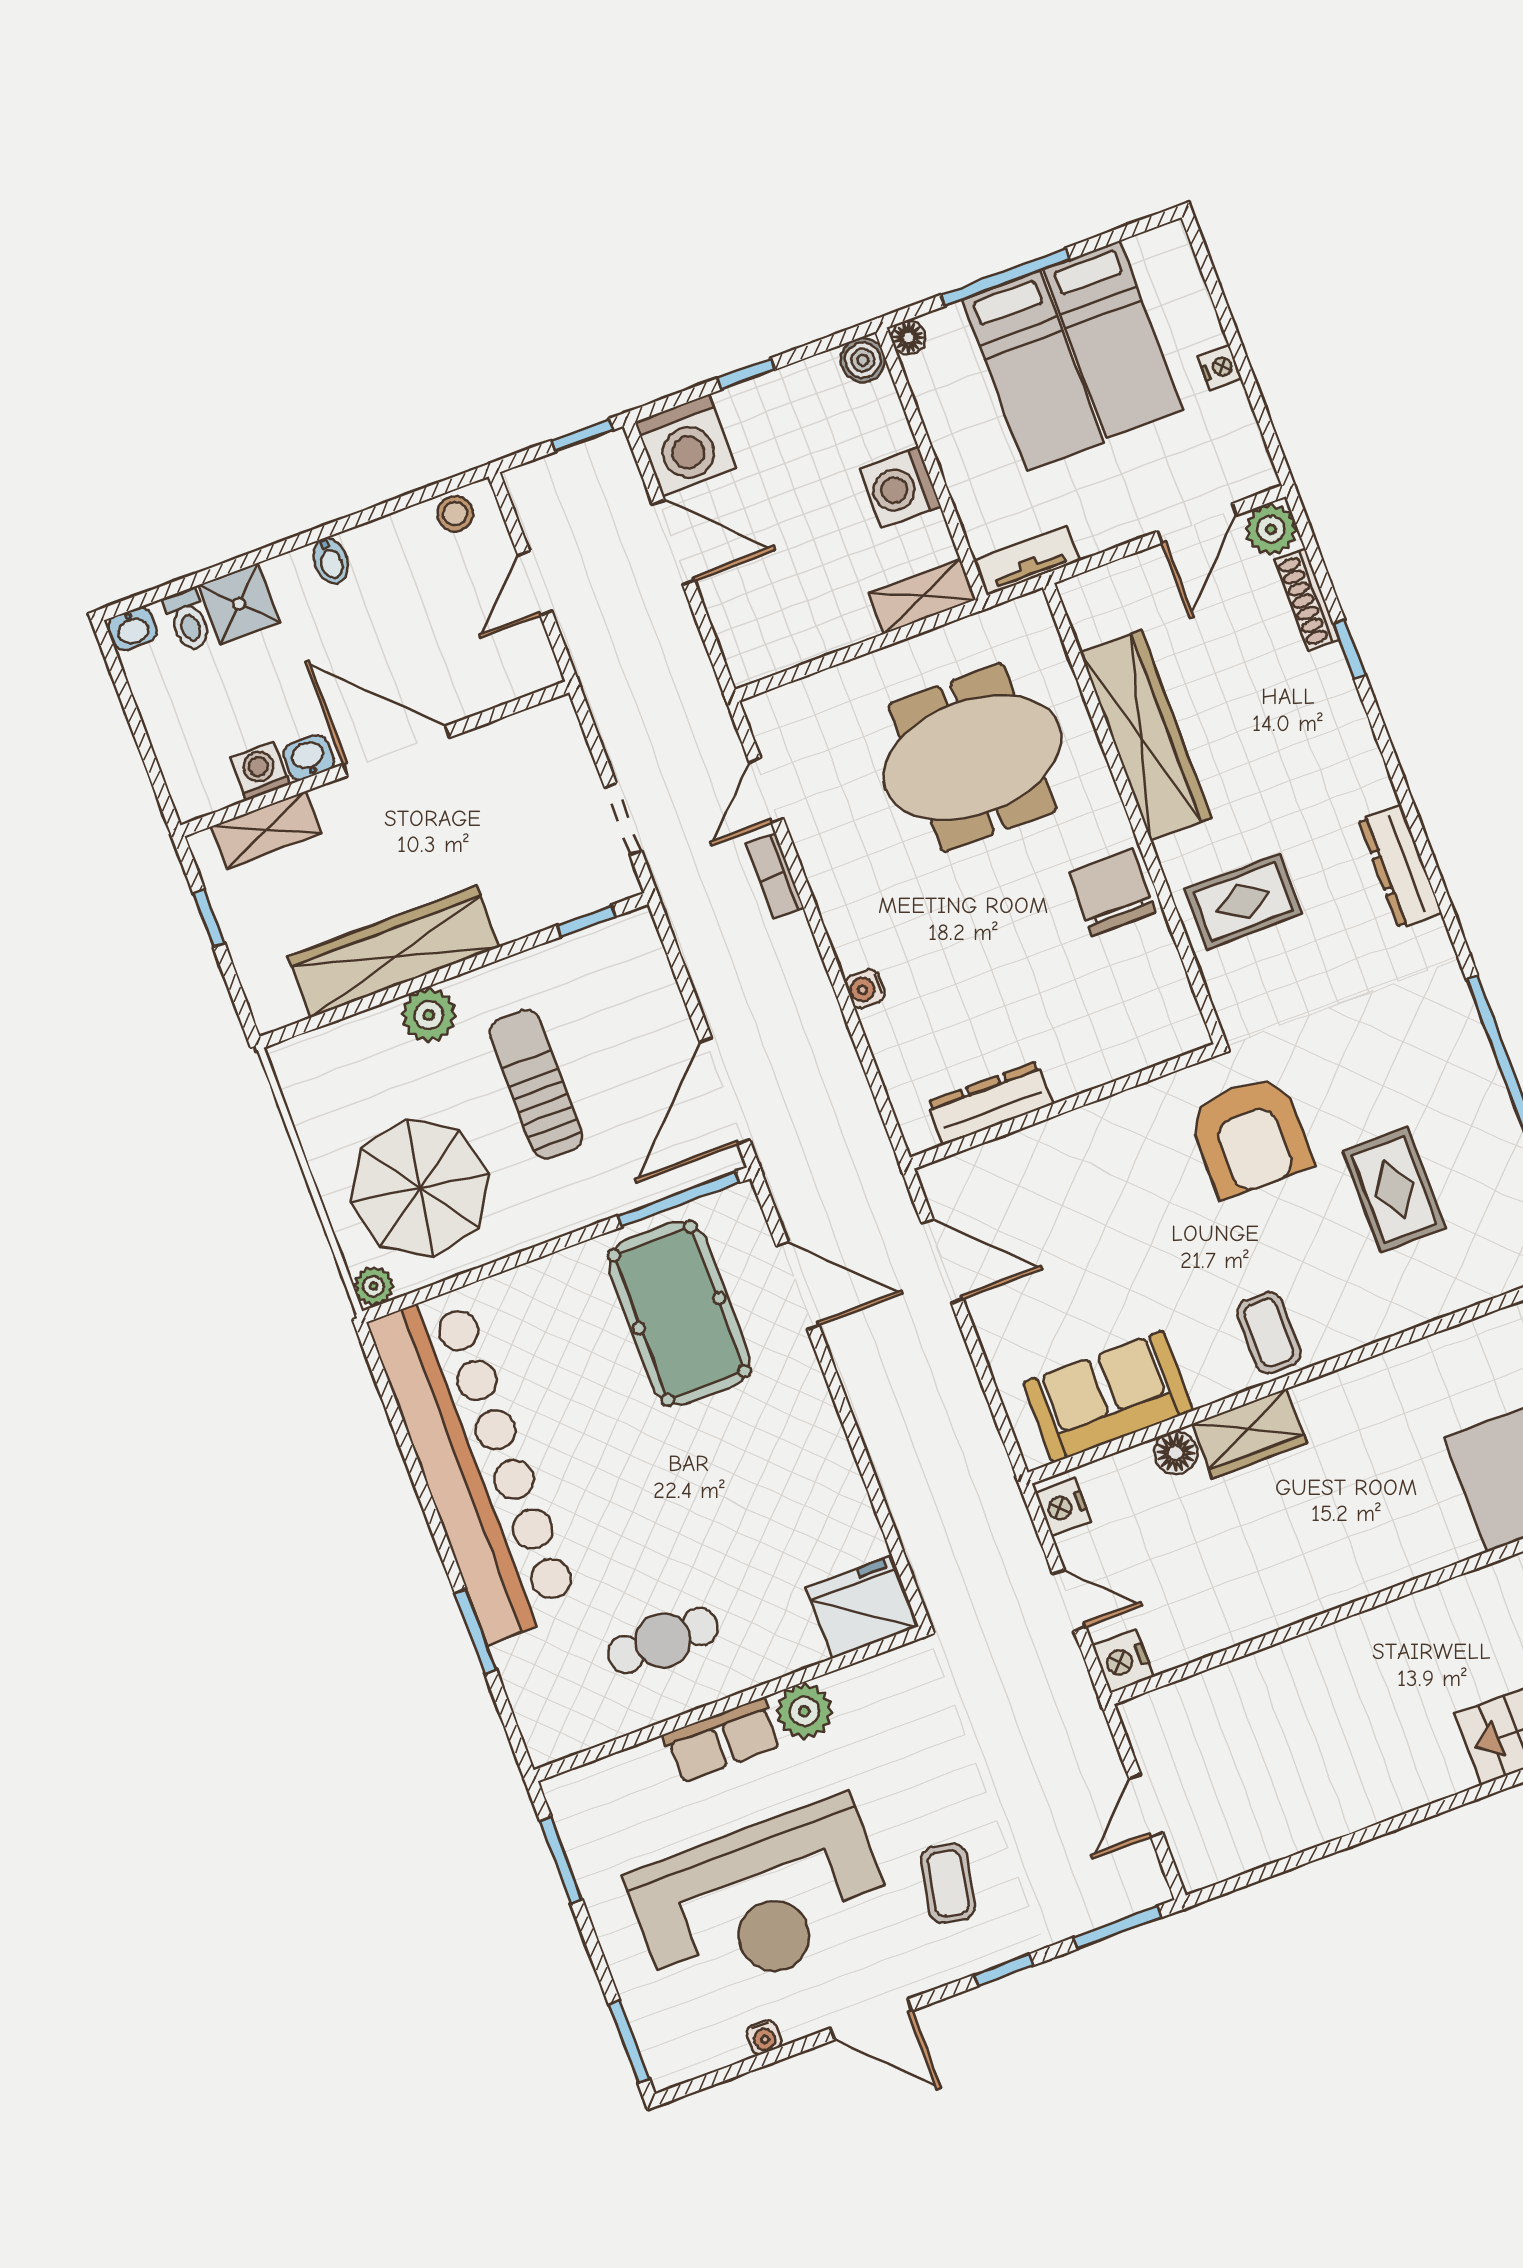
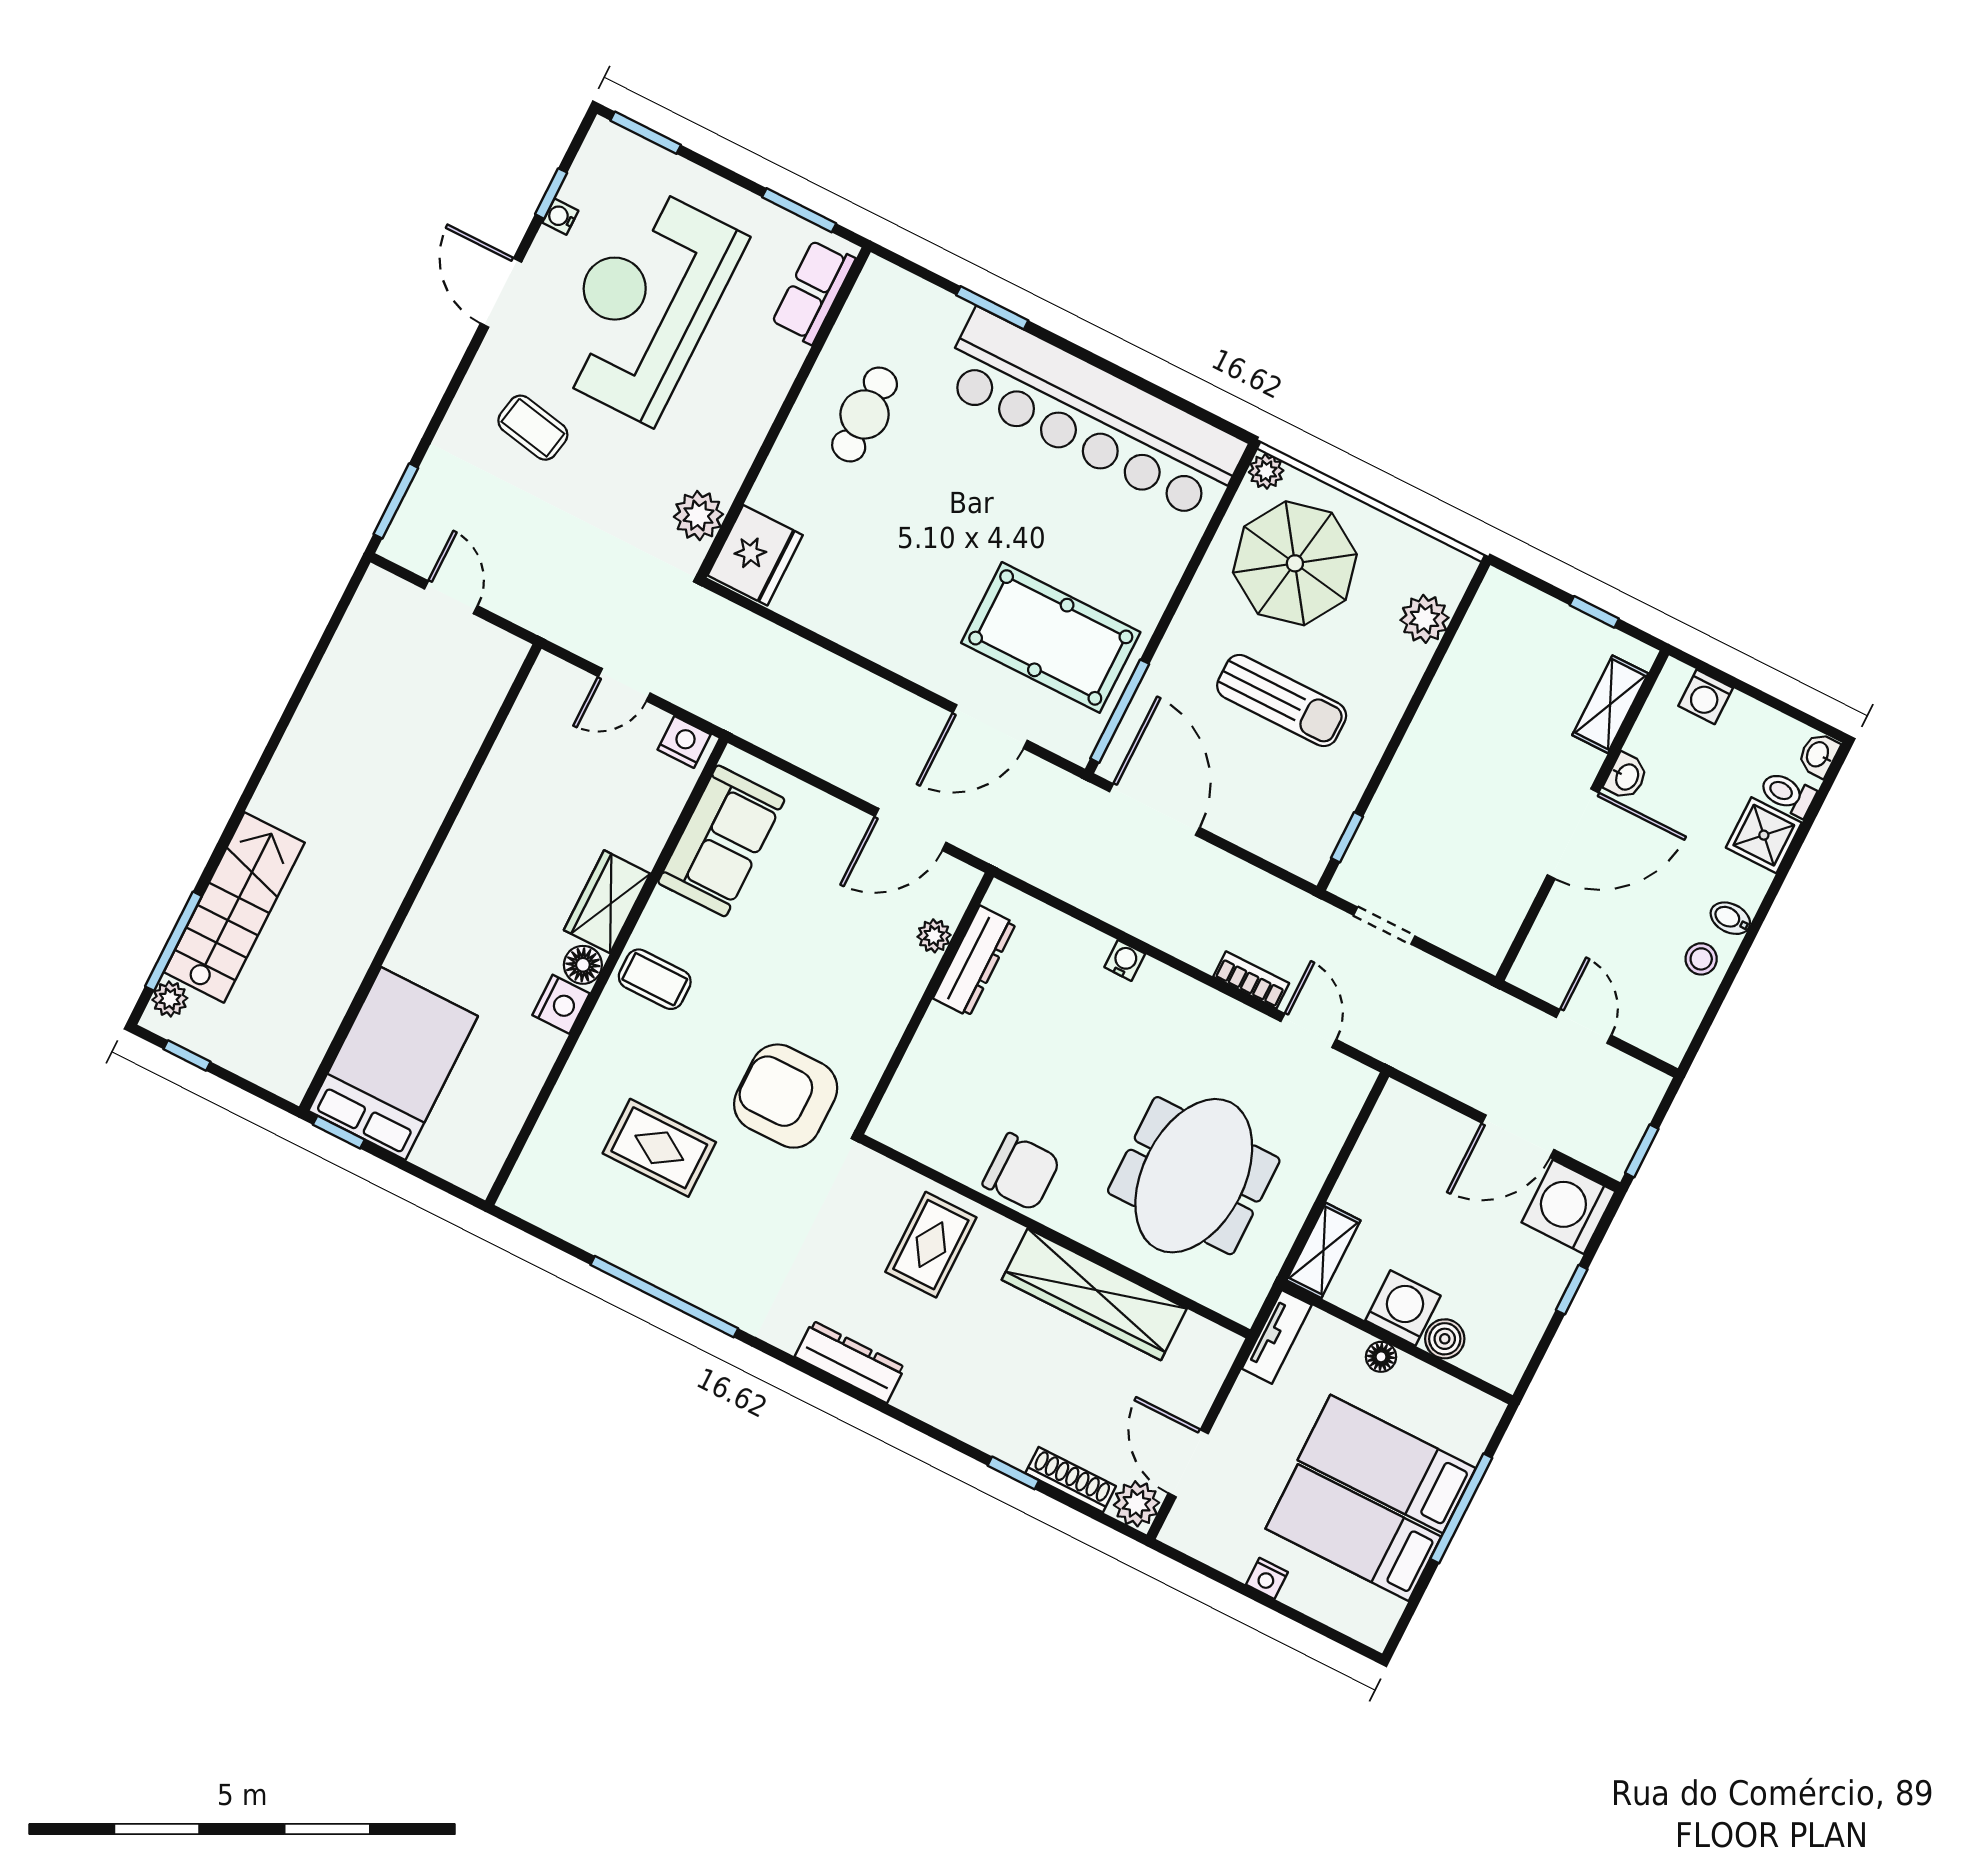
floor lamp: (908, 338) -> (1381, 1357), moved
boiler: (863, 360) -> (1445, 1339), moved
stool: (455, 514) -> (1701, 959), moved
washing machine: (260, 771) -> (1706, 697), moved, turned 90
wardrobe: (394, 952) -> (1454, 701), removed
plant: (429, 1015) -> (1425, 619), moved
plant: (1004, 1155) -> (934, 936), added
floor lamp: (1176, 1453) -> (583, 965), moved
nightstand: (1123, 1661) -> (561, 1004), moved, turned 90
plant: (804, 1711) -> (698, 516), moved
row of seats: (722, 1740) -> (813, 292), moved
window: (1003, 1970) -> (551, 193), moved
door: (871, 2020) -> (501, 293), hinge flipped

